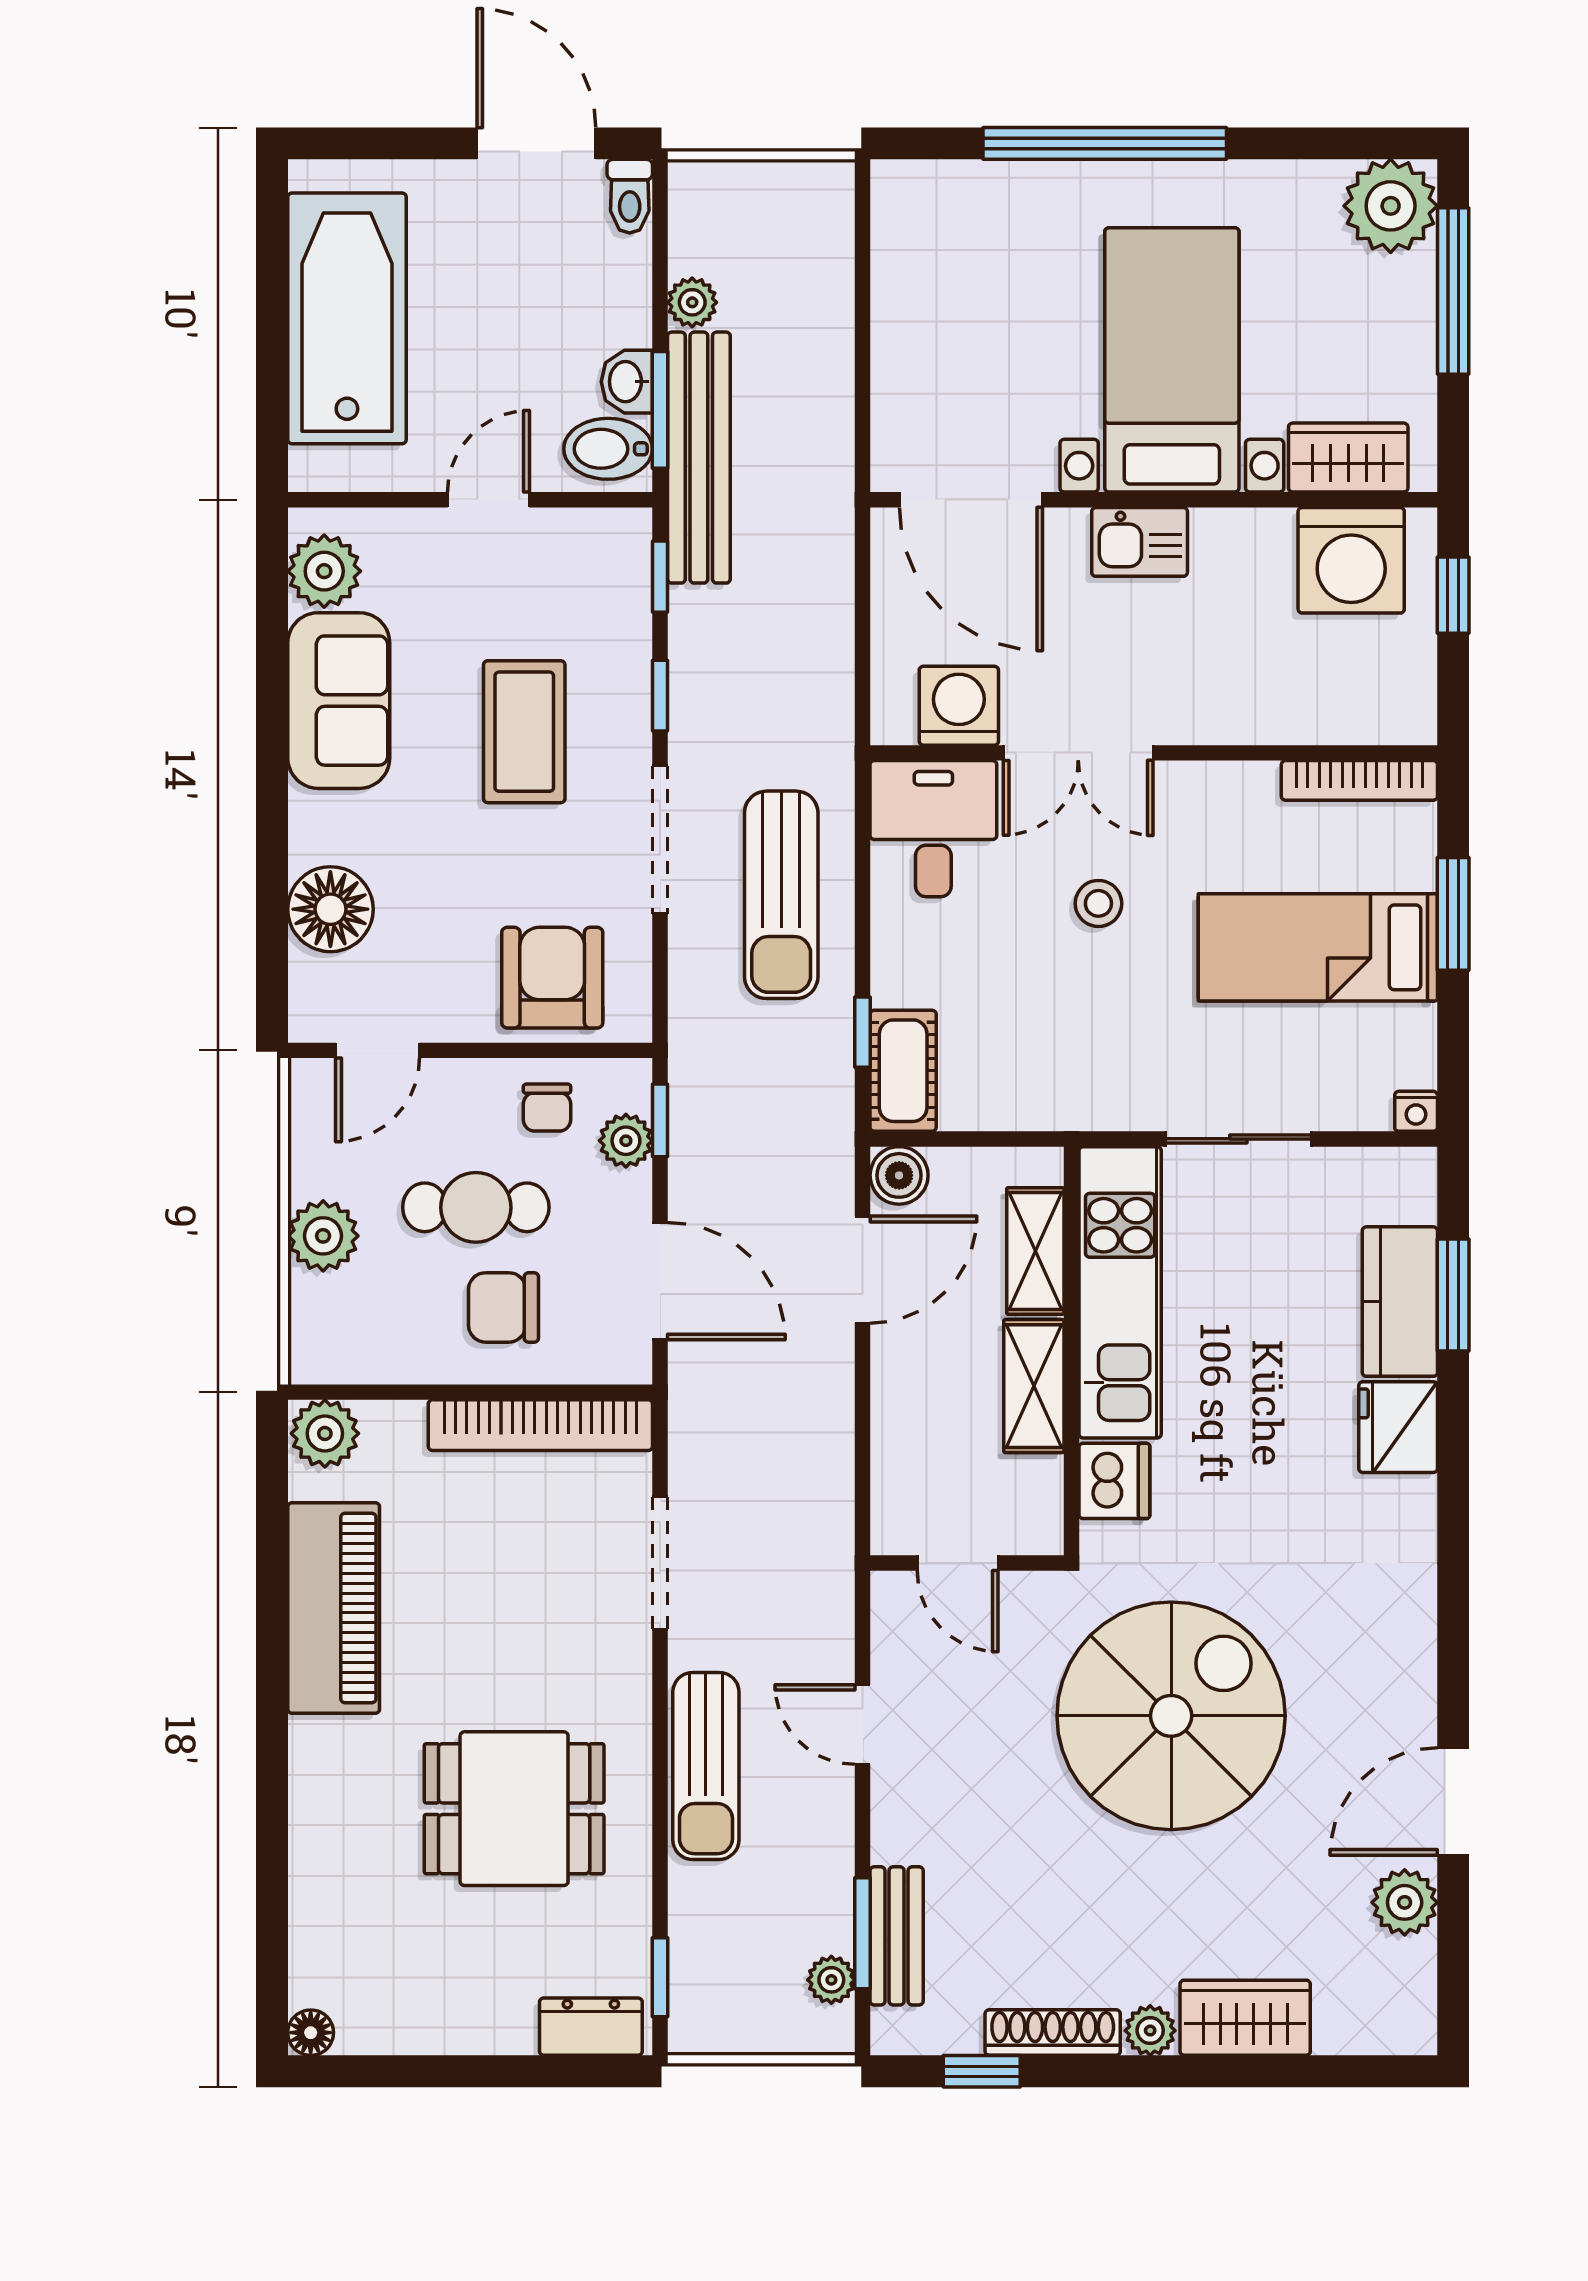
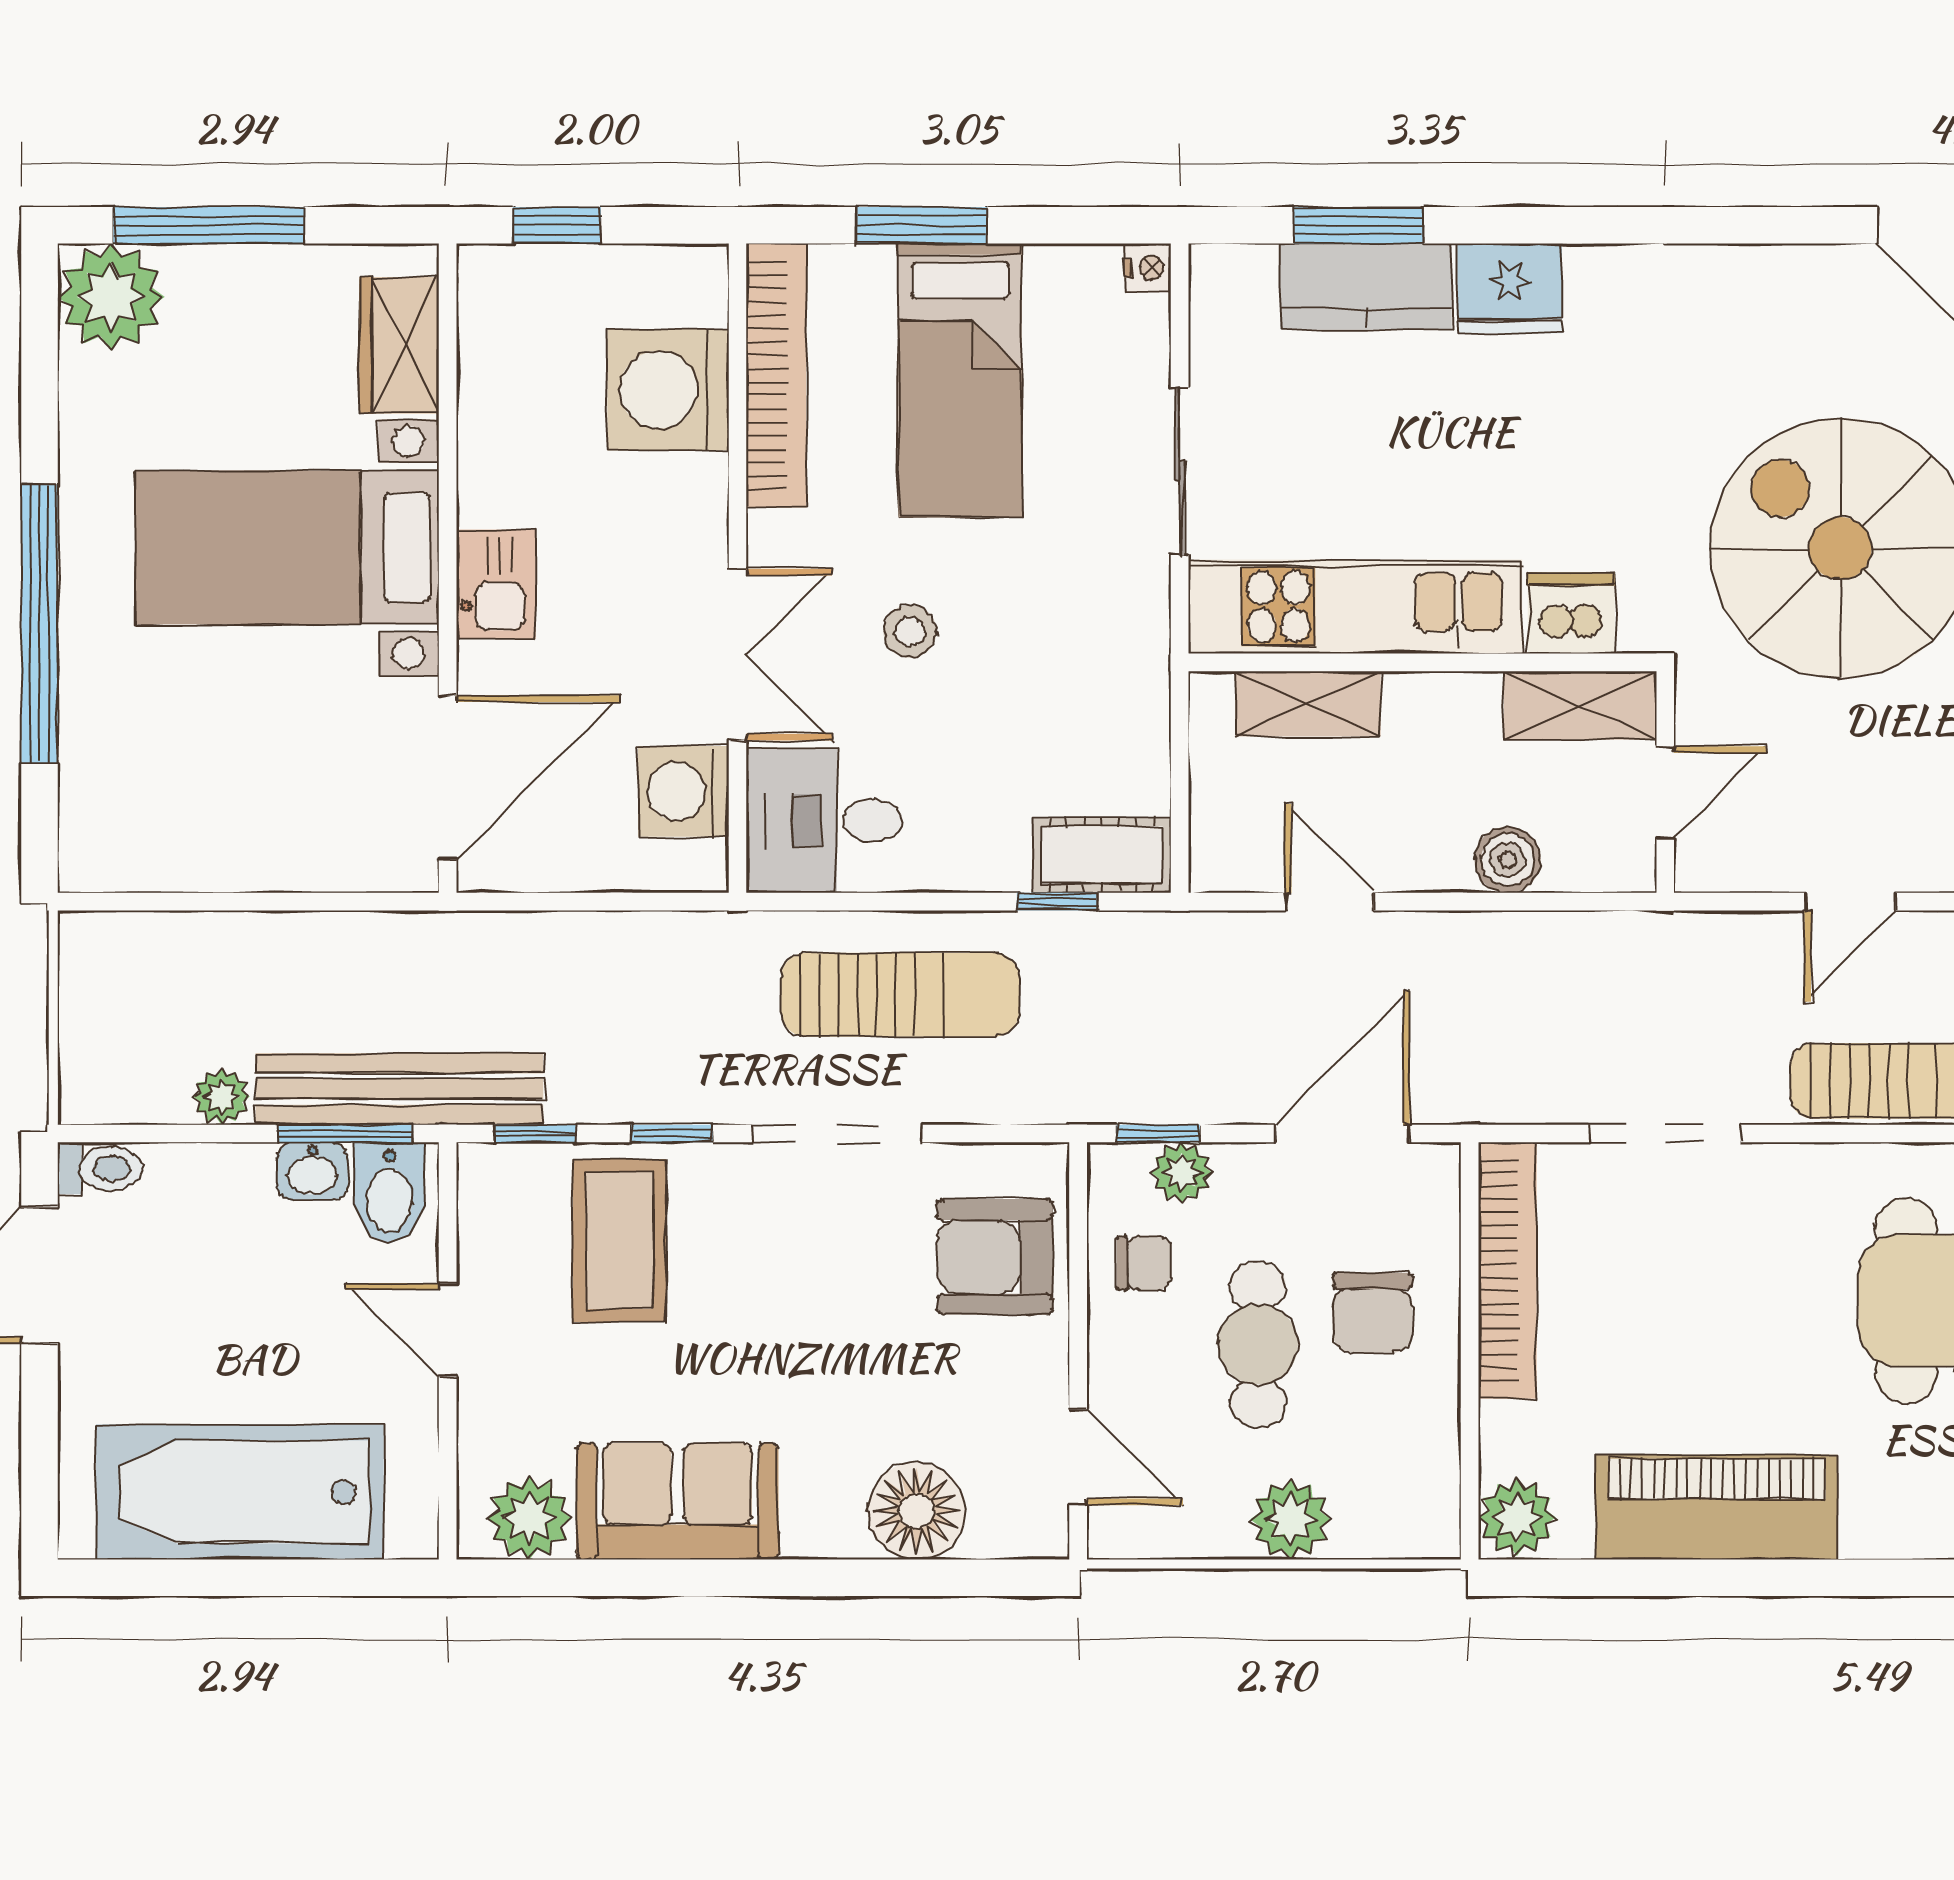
washing machine: (1351, 560) -> (668, 390), moved, turned 180
coffee table: (524, 732) -> (619, 1241), moved, turned 90
bookcase: (1359, 780) -> (776, 375), width x1.48, depth x1.31
boiler: (899, 1175) -> (1508, 860), moved
door: (863, 1270) -> (1329, 902), width x0.73
shelving: (1034, 1386) -> (1580, 705), moved

